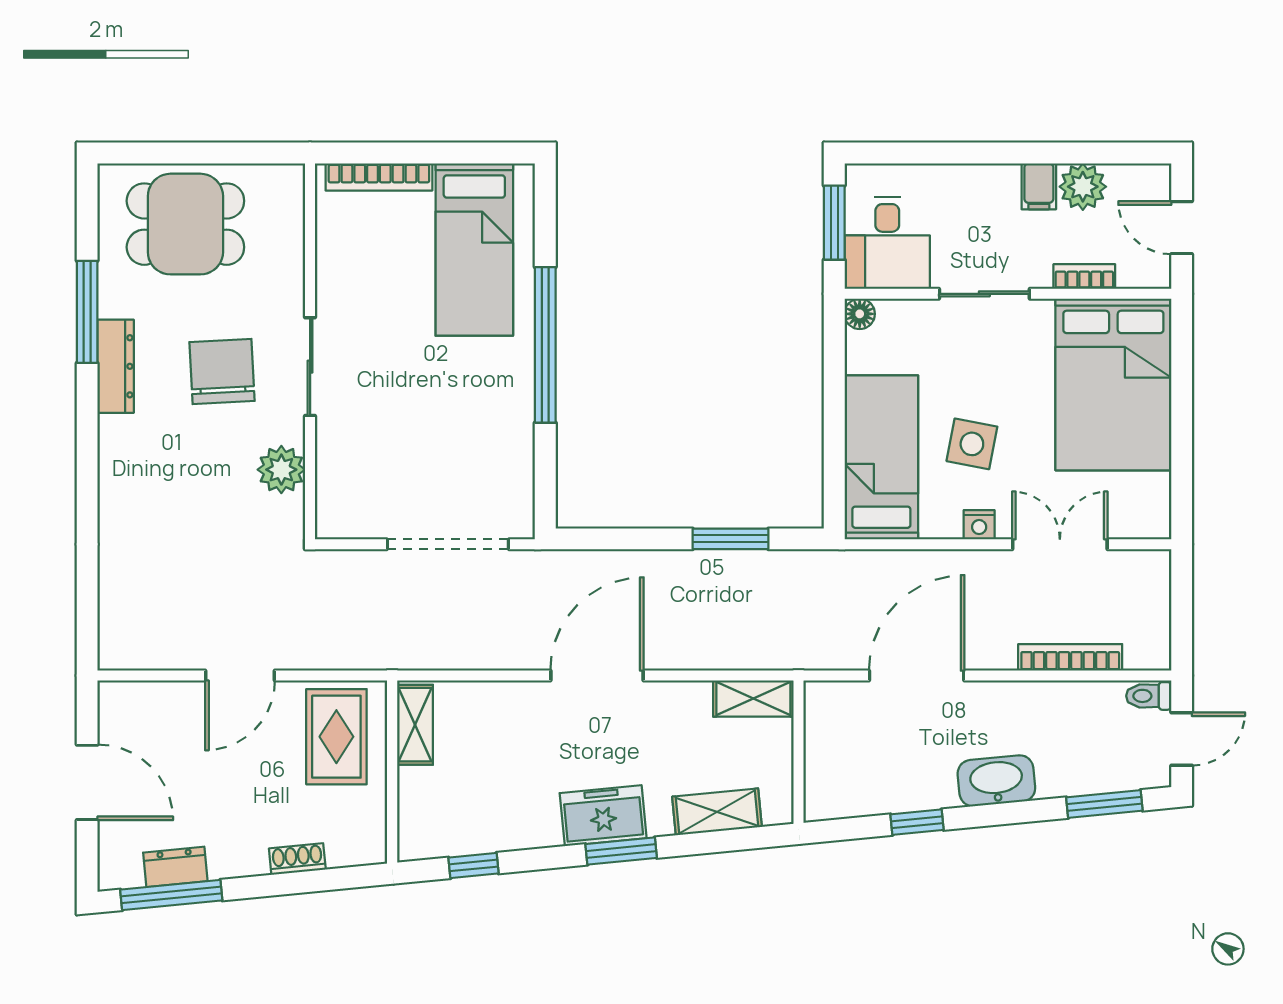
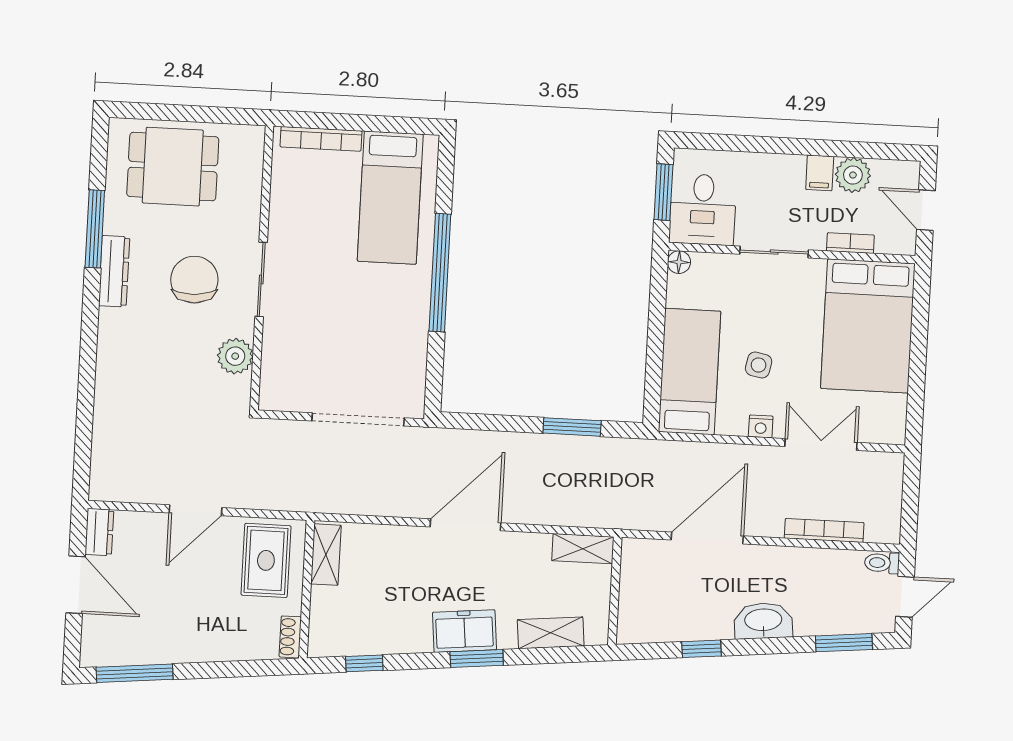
side table: (972, 444) -> (759, 365), width x0.73, depth x0.73
shoe rack: (297, 859) -> (290, 637), moved, turned -84
dresser: (175, 867) -> (99, 532), moved, turned 96

